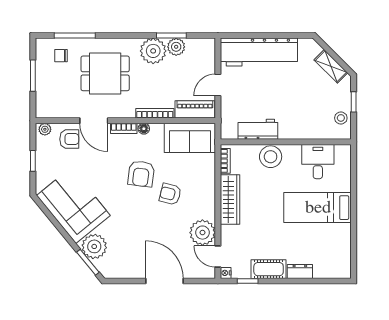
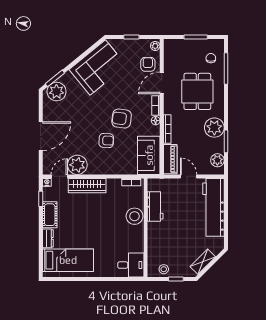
plant: (176, 47) -> (217, 160), moved
armchair: (69, 139) -> (148, 64), turned 180
desk: (318, 162) -> (131, 265), moved
armchair: (170, 194) -> (106, 141), turned 79
wardrobe: (230, 199) -> (87, 186), moved
bed: (318, 208) -> (68, 260), moved, turned 90
plant: (94, 246) -> (57, 92), moved

